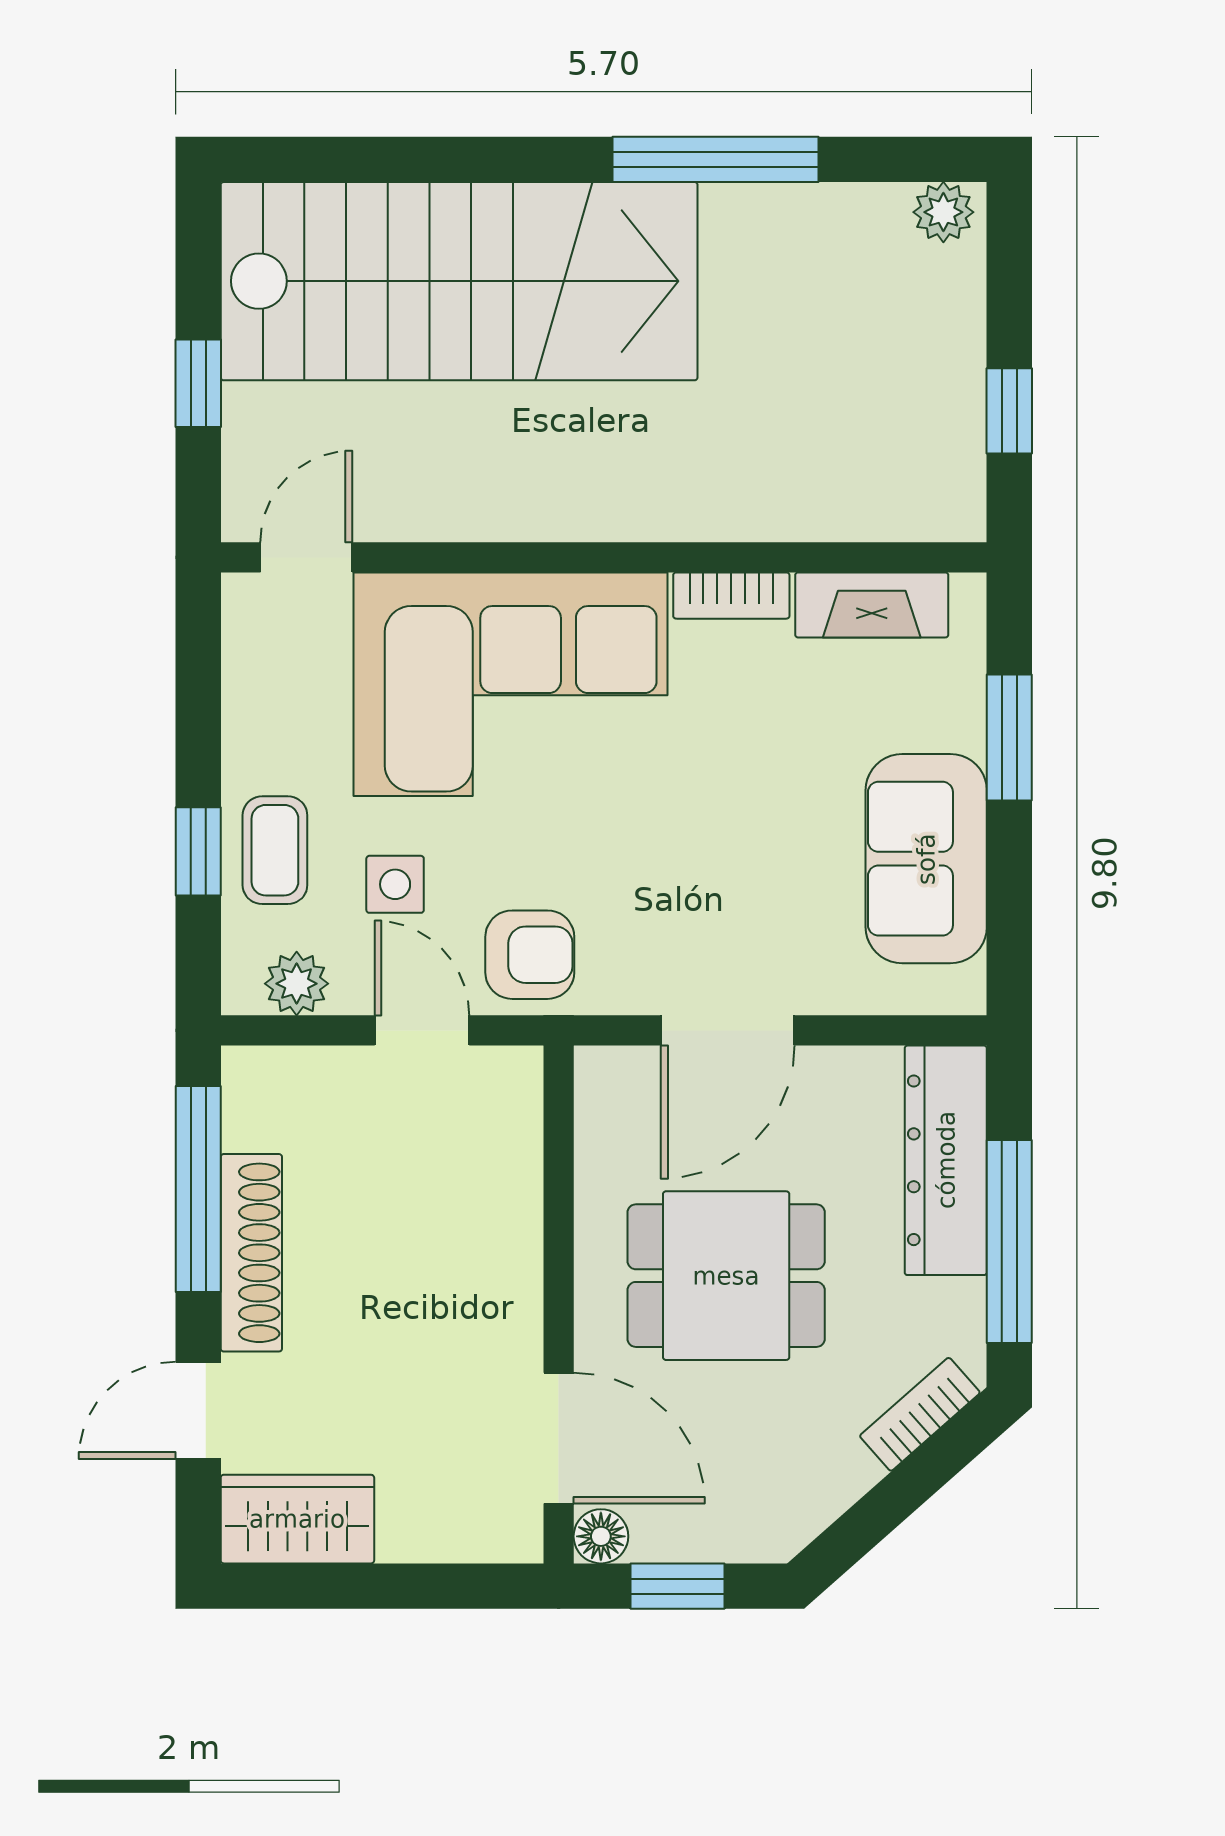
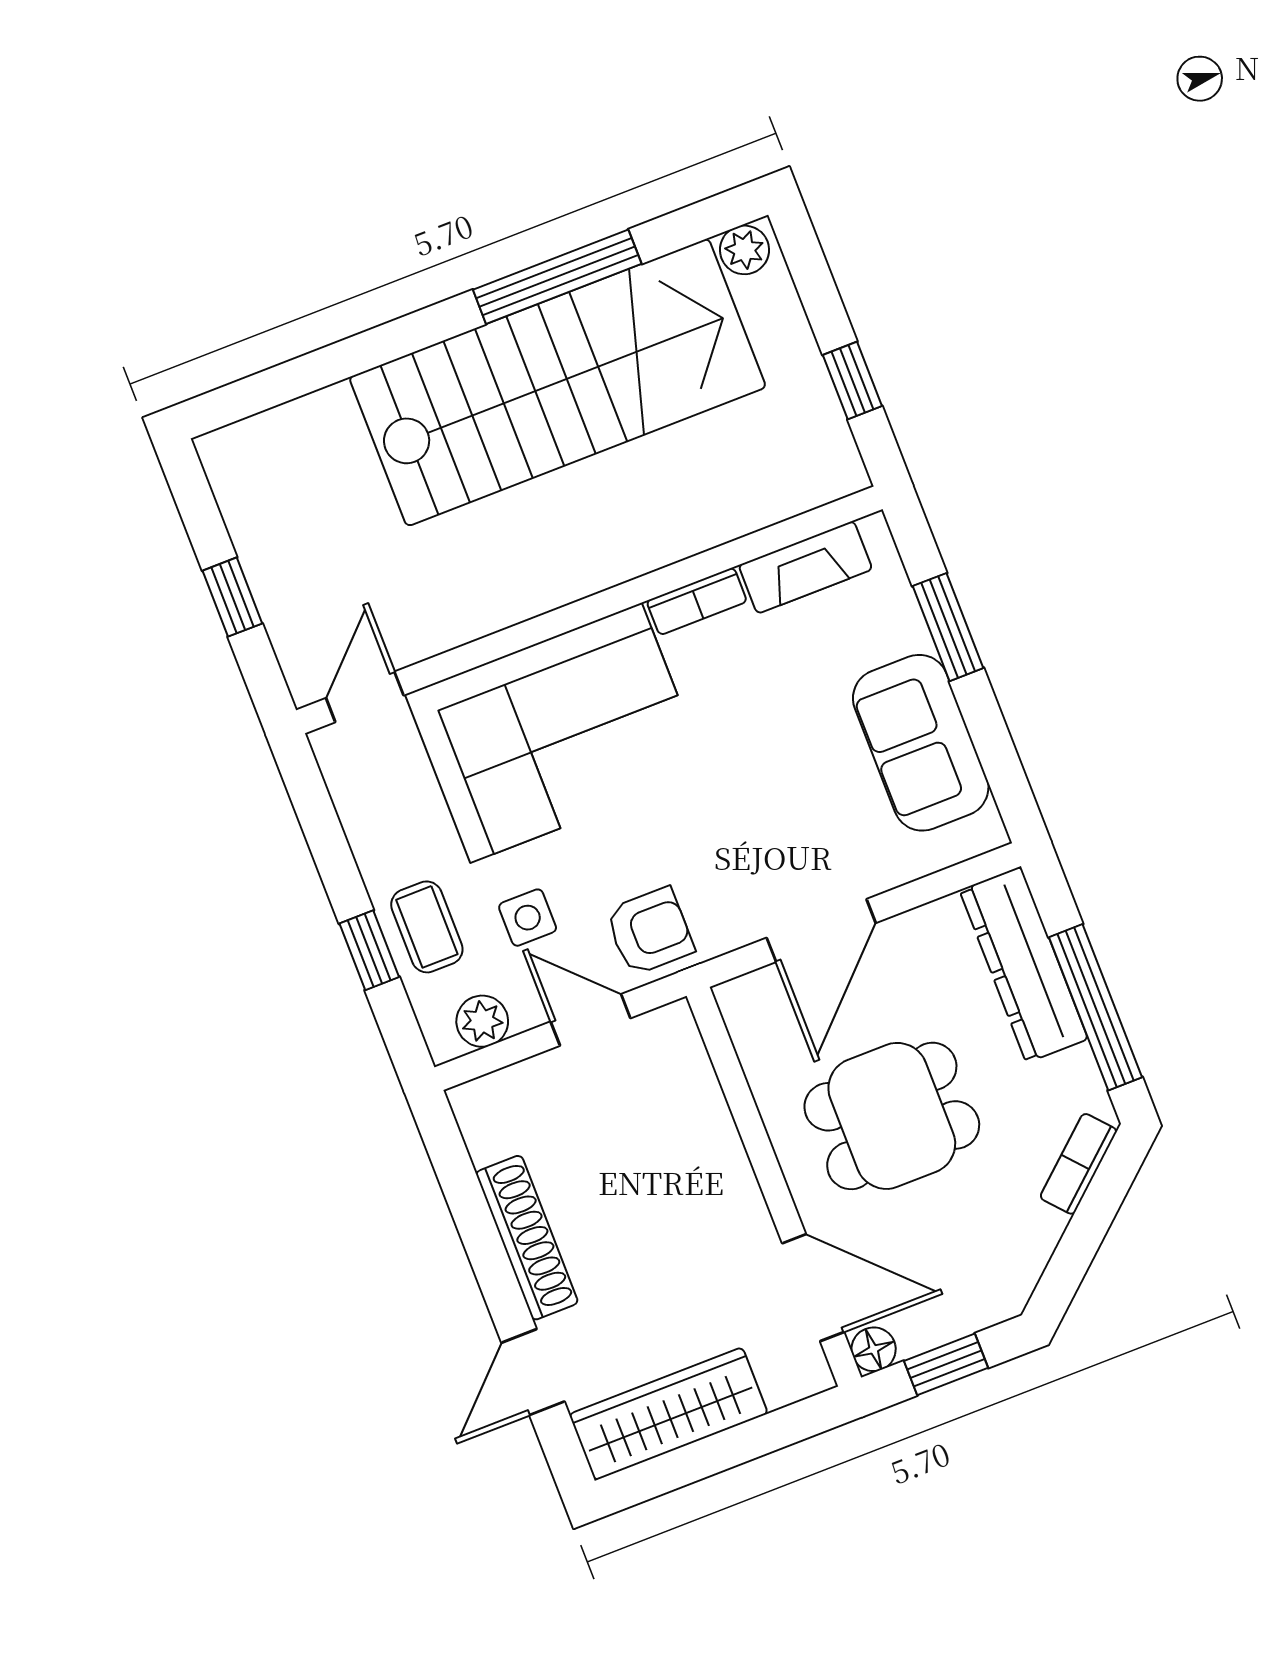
stairs: (459, 281) -> (558, 382), moved
window: (198, 1189) -> (468, 1205), removed
wardrobe: (297, 1519) -> (668, 1414), width x1.50

